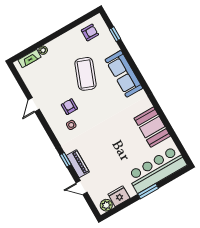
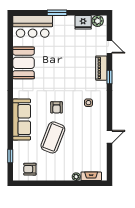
armchair: (69, 107) -> (57, 107), moved
bar counter: (157, 169) -> (33, 26), width x0.73

